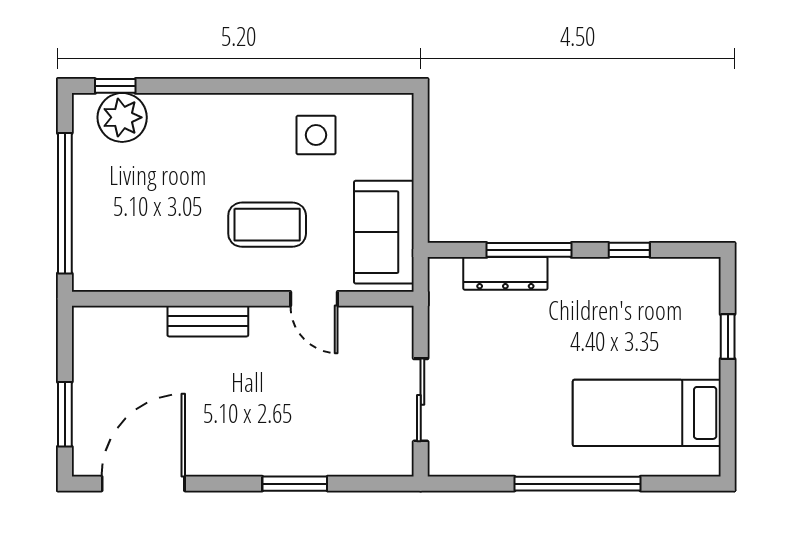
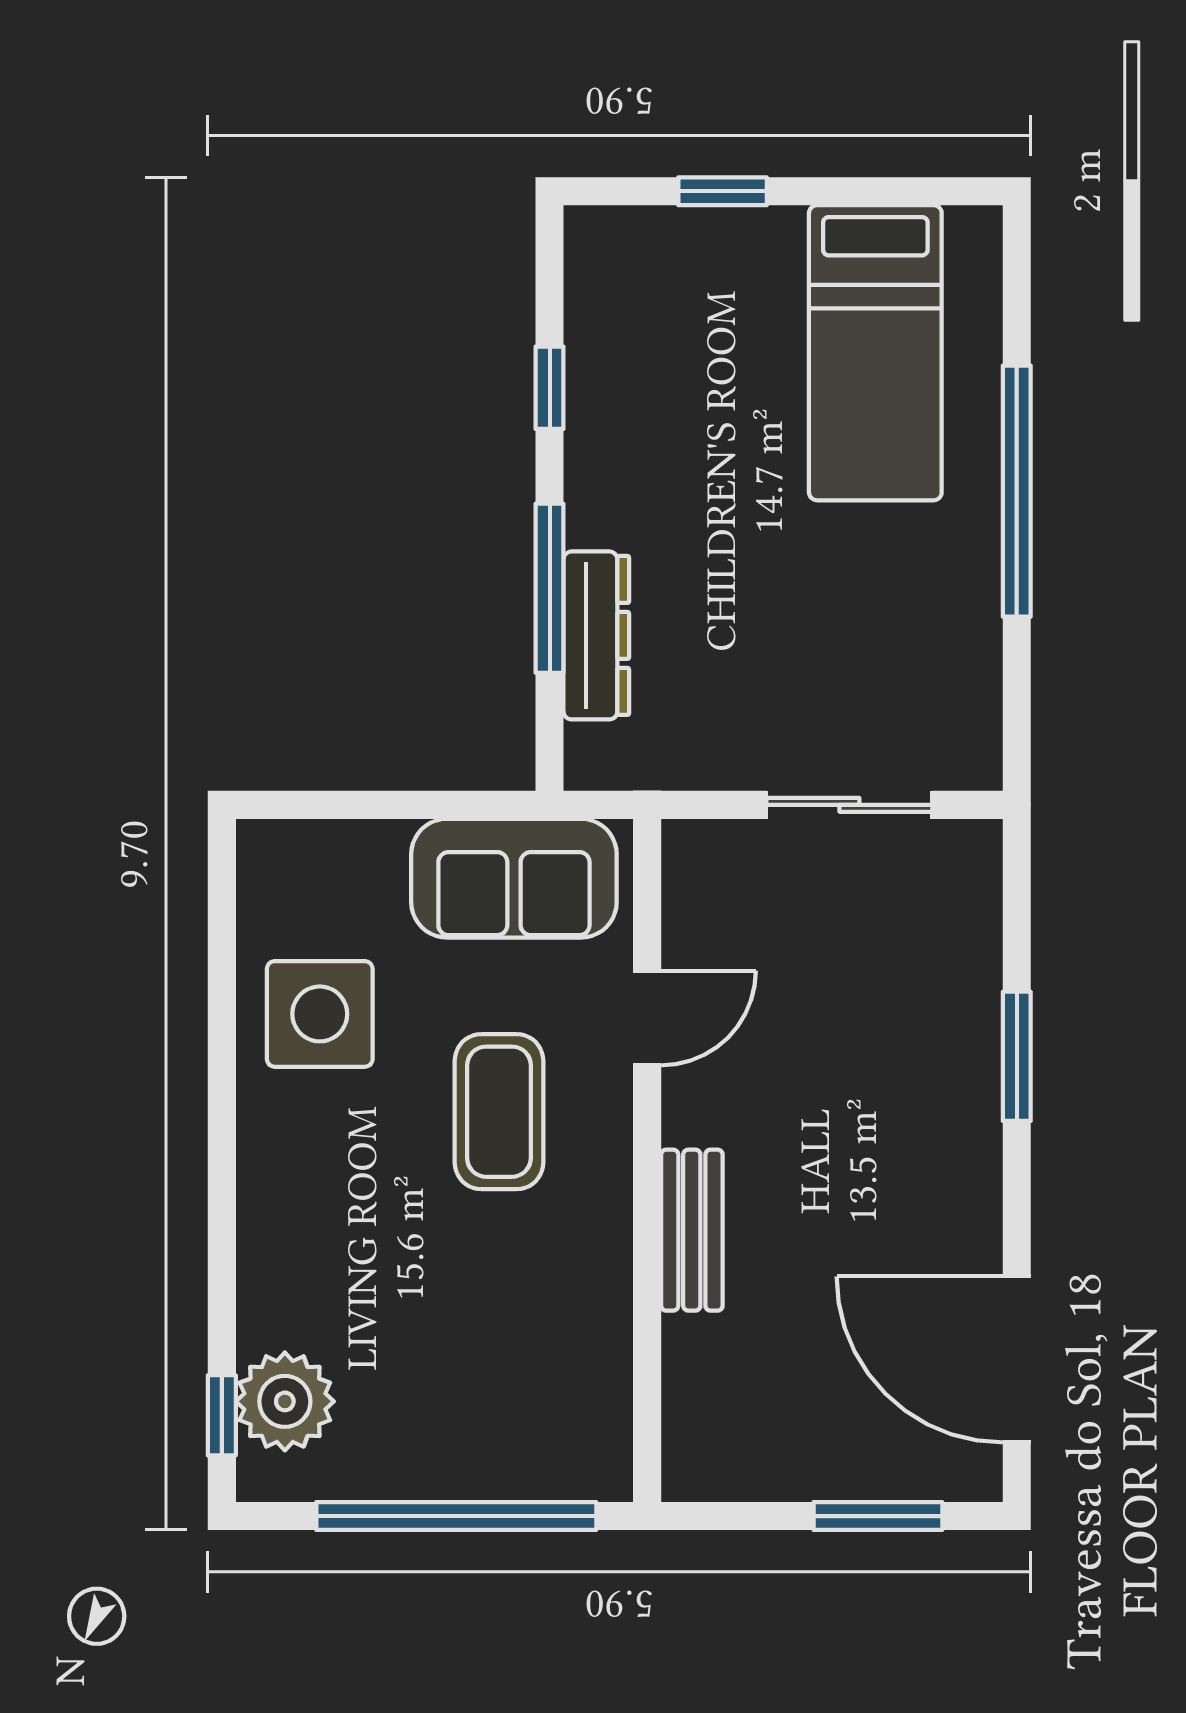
side table: (316, 135) -> (320, 1014), width x1.37, depth x1.37

